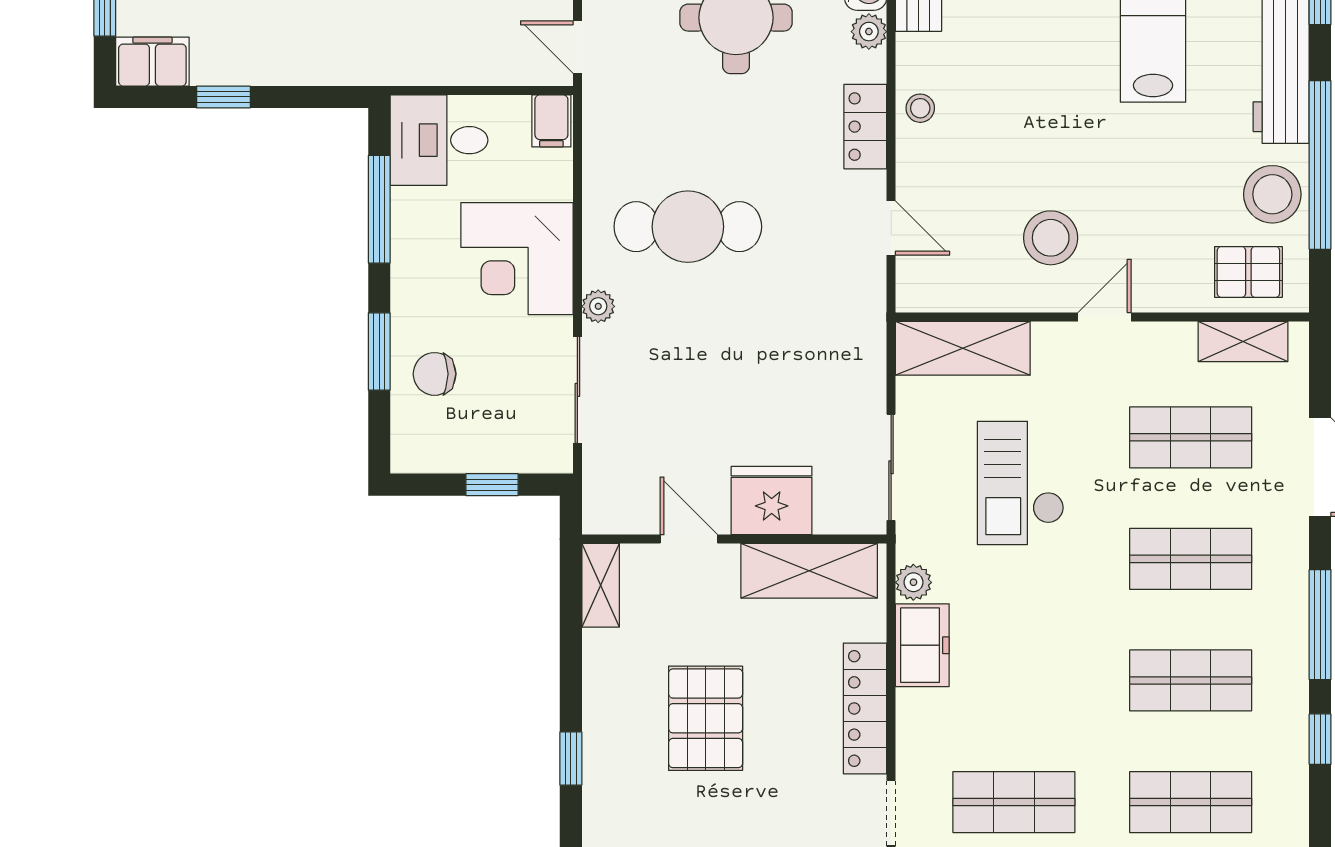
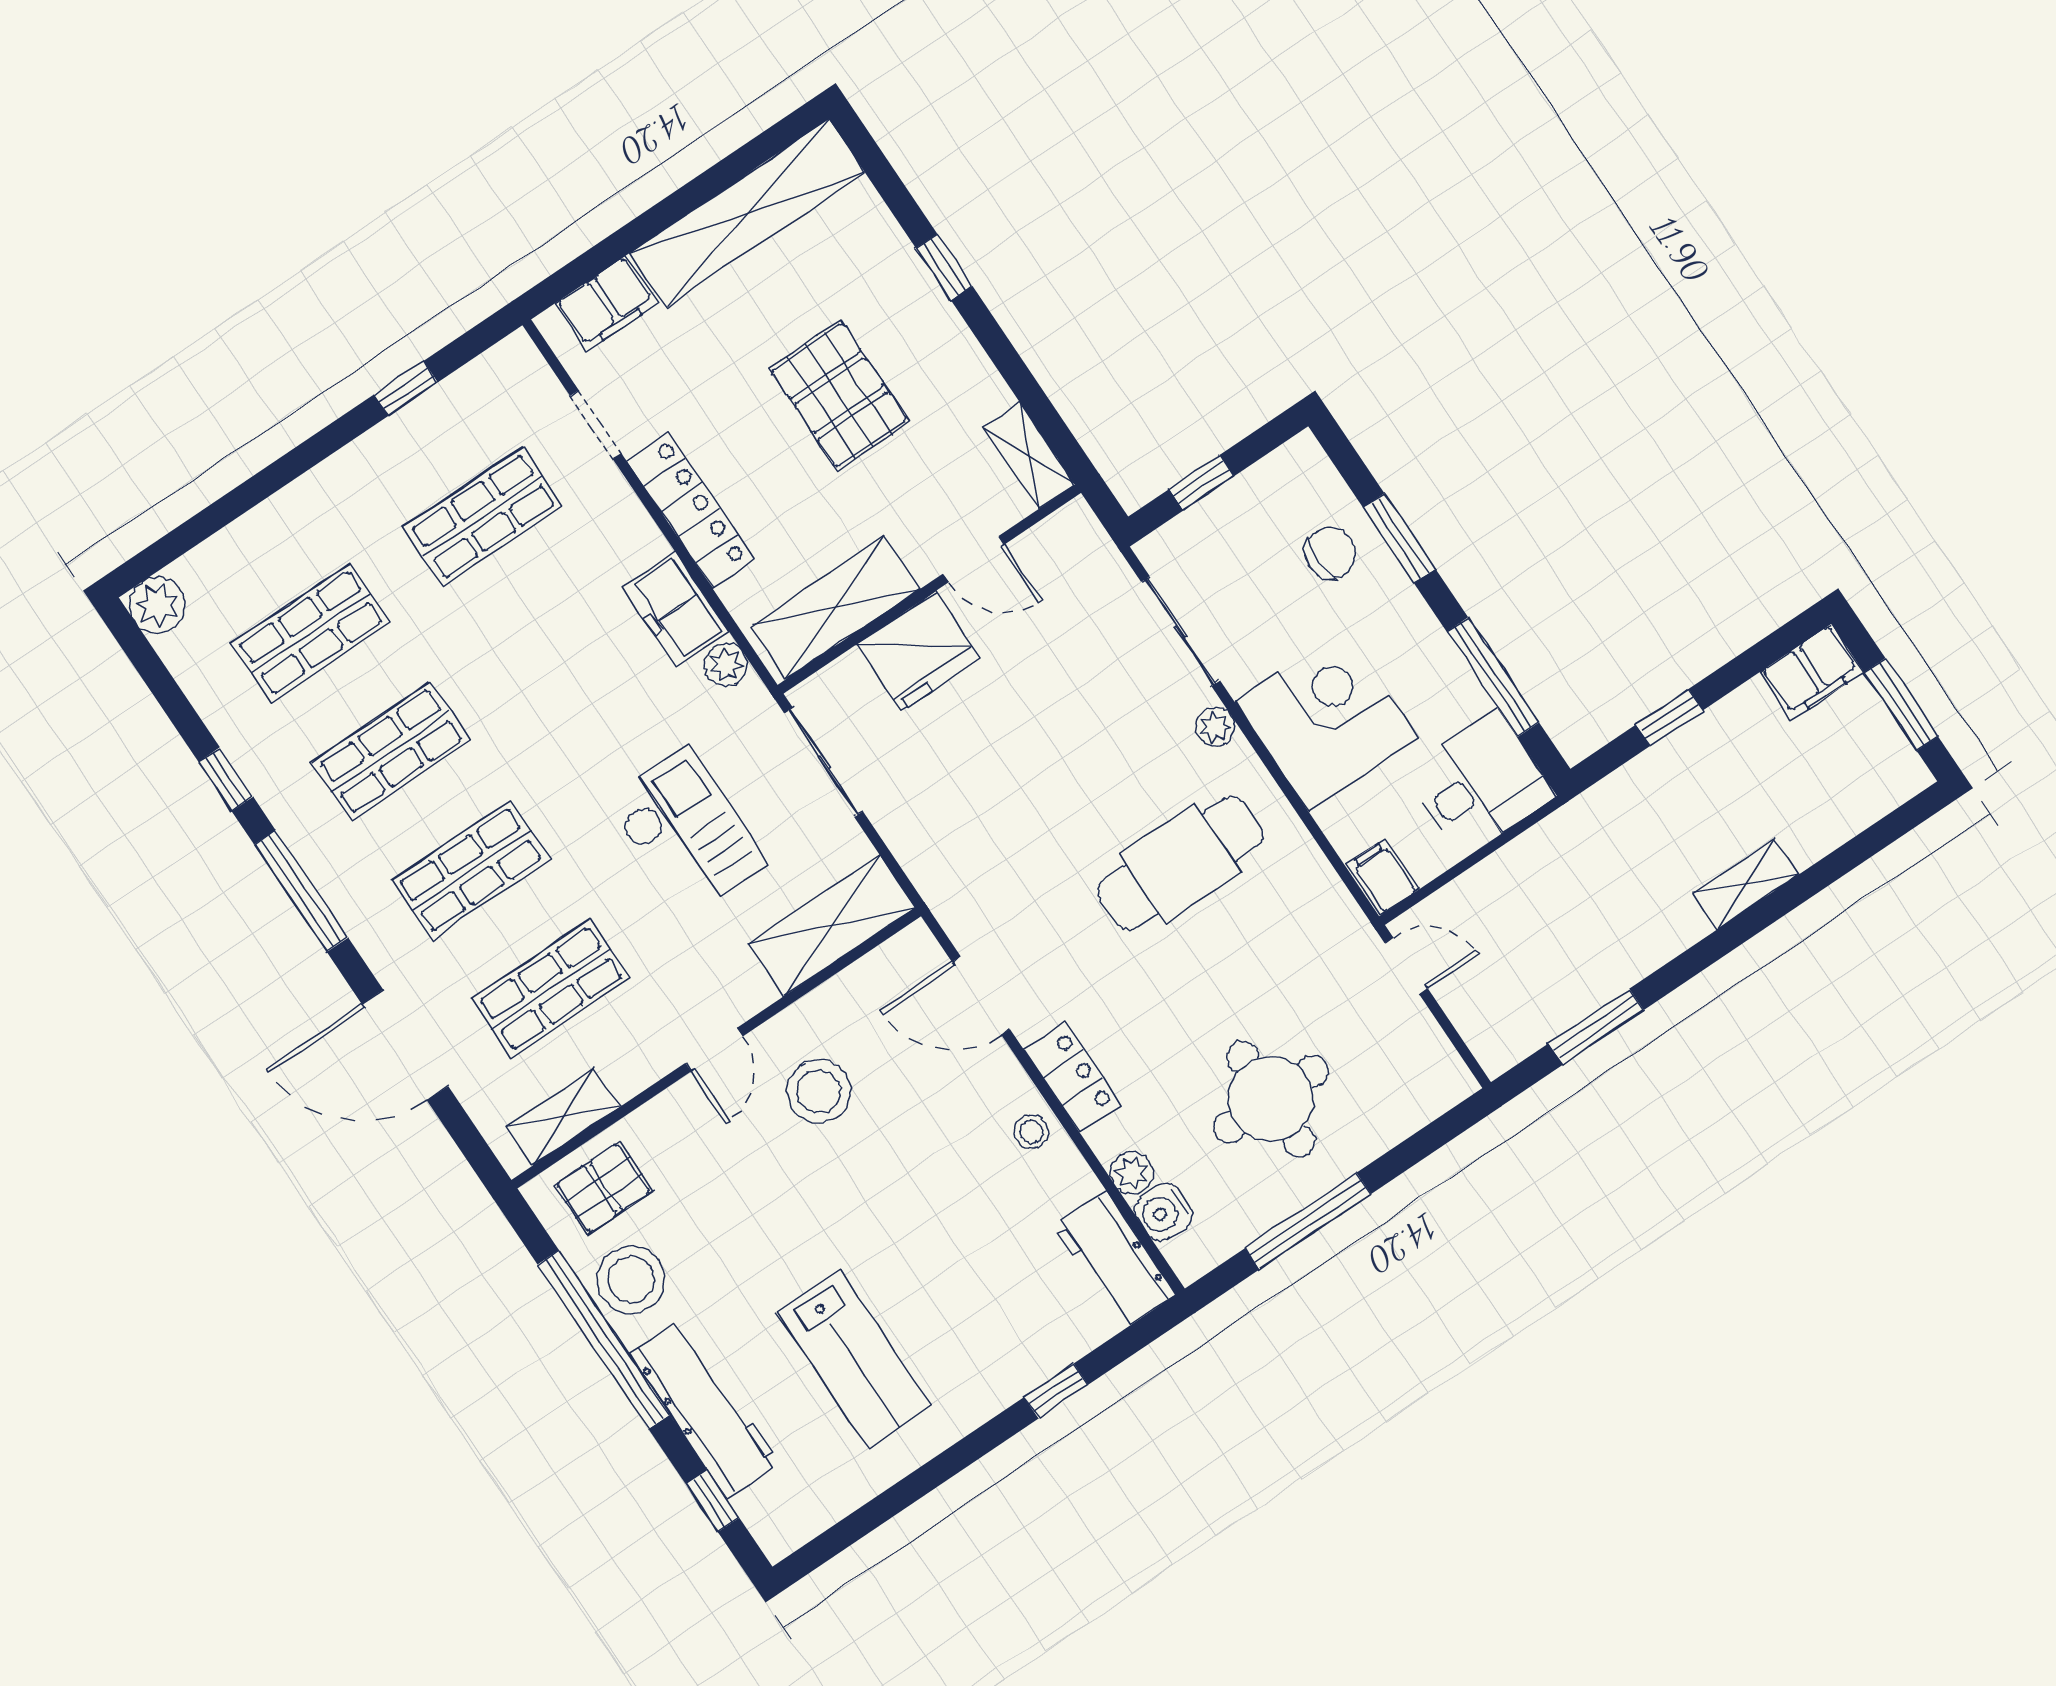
window: (223, 97) -> (1669, 718), moved
door: (891, 228) -> (981, 996), width x1.38

